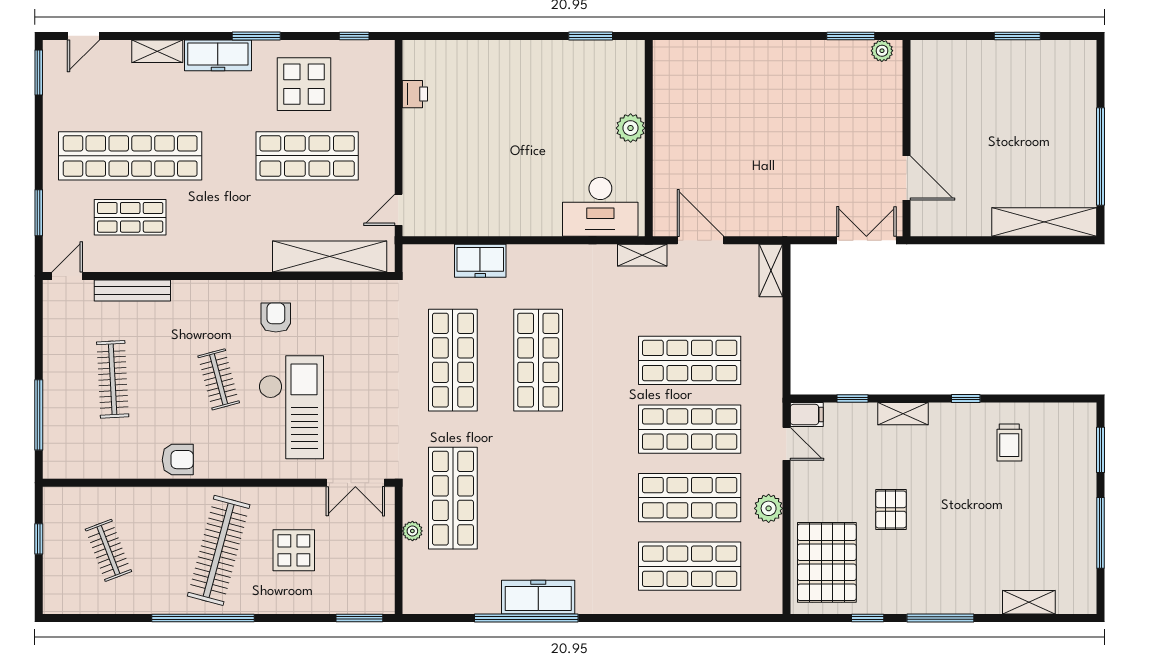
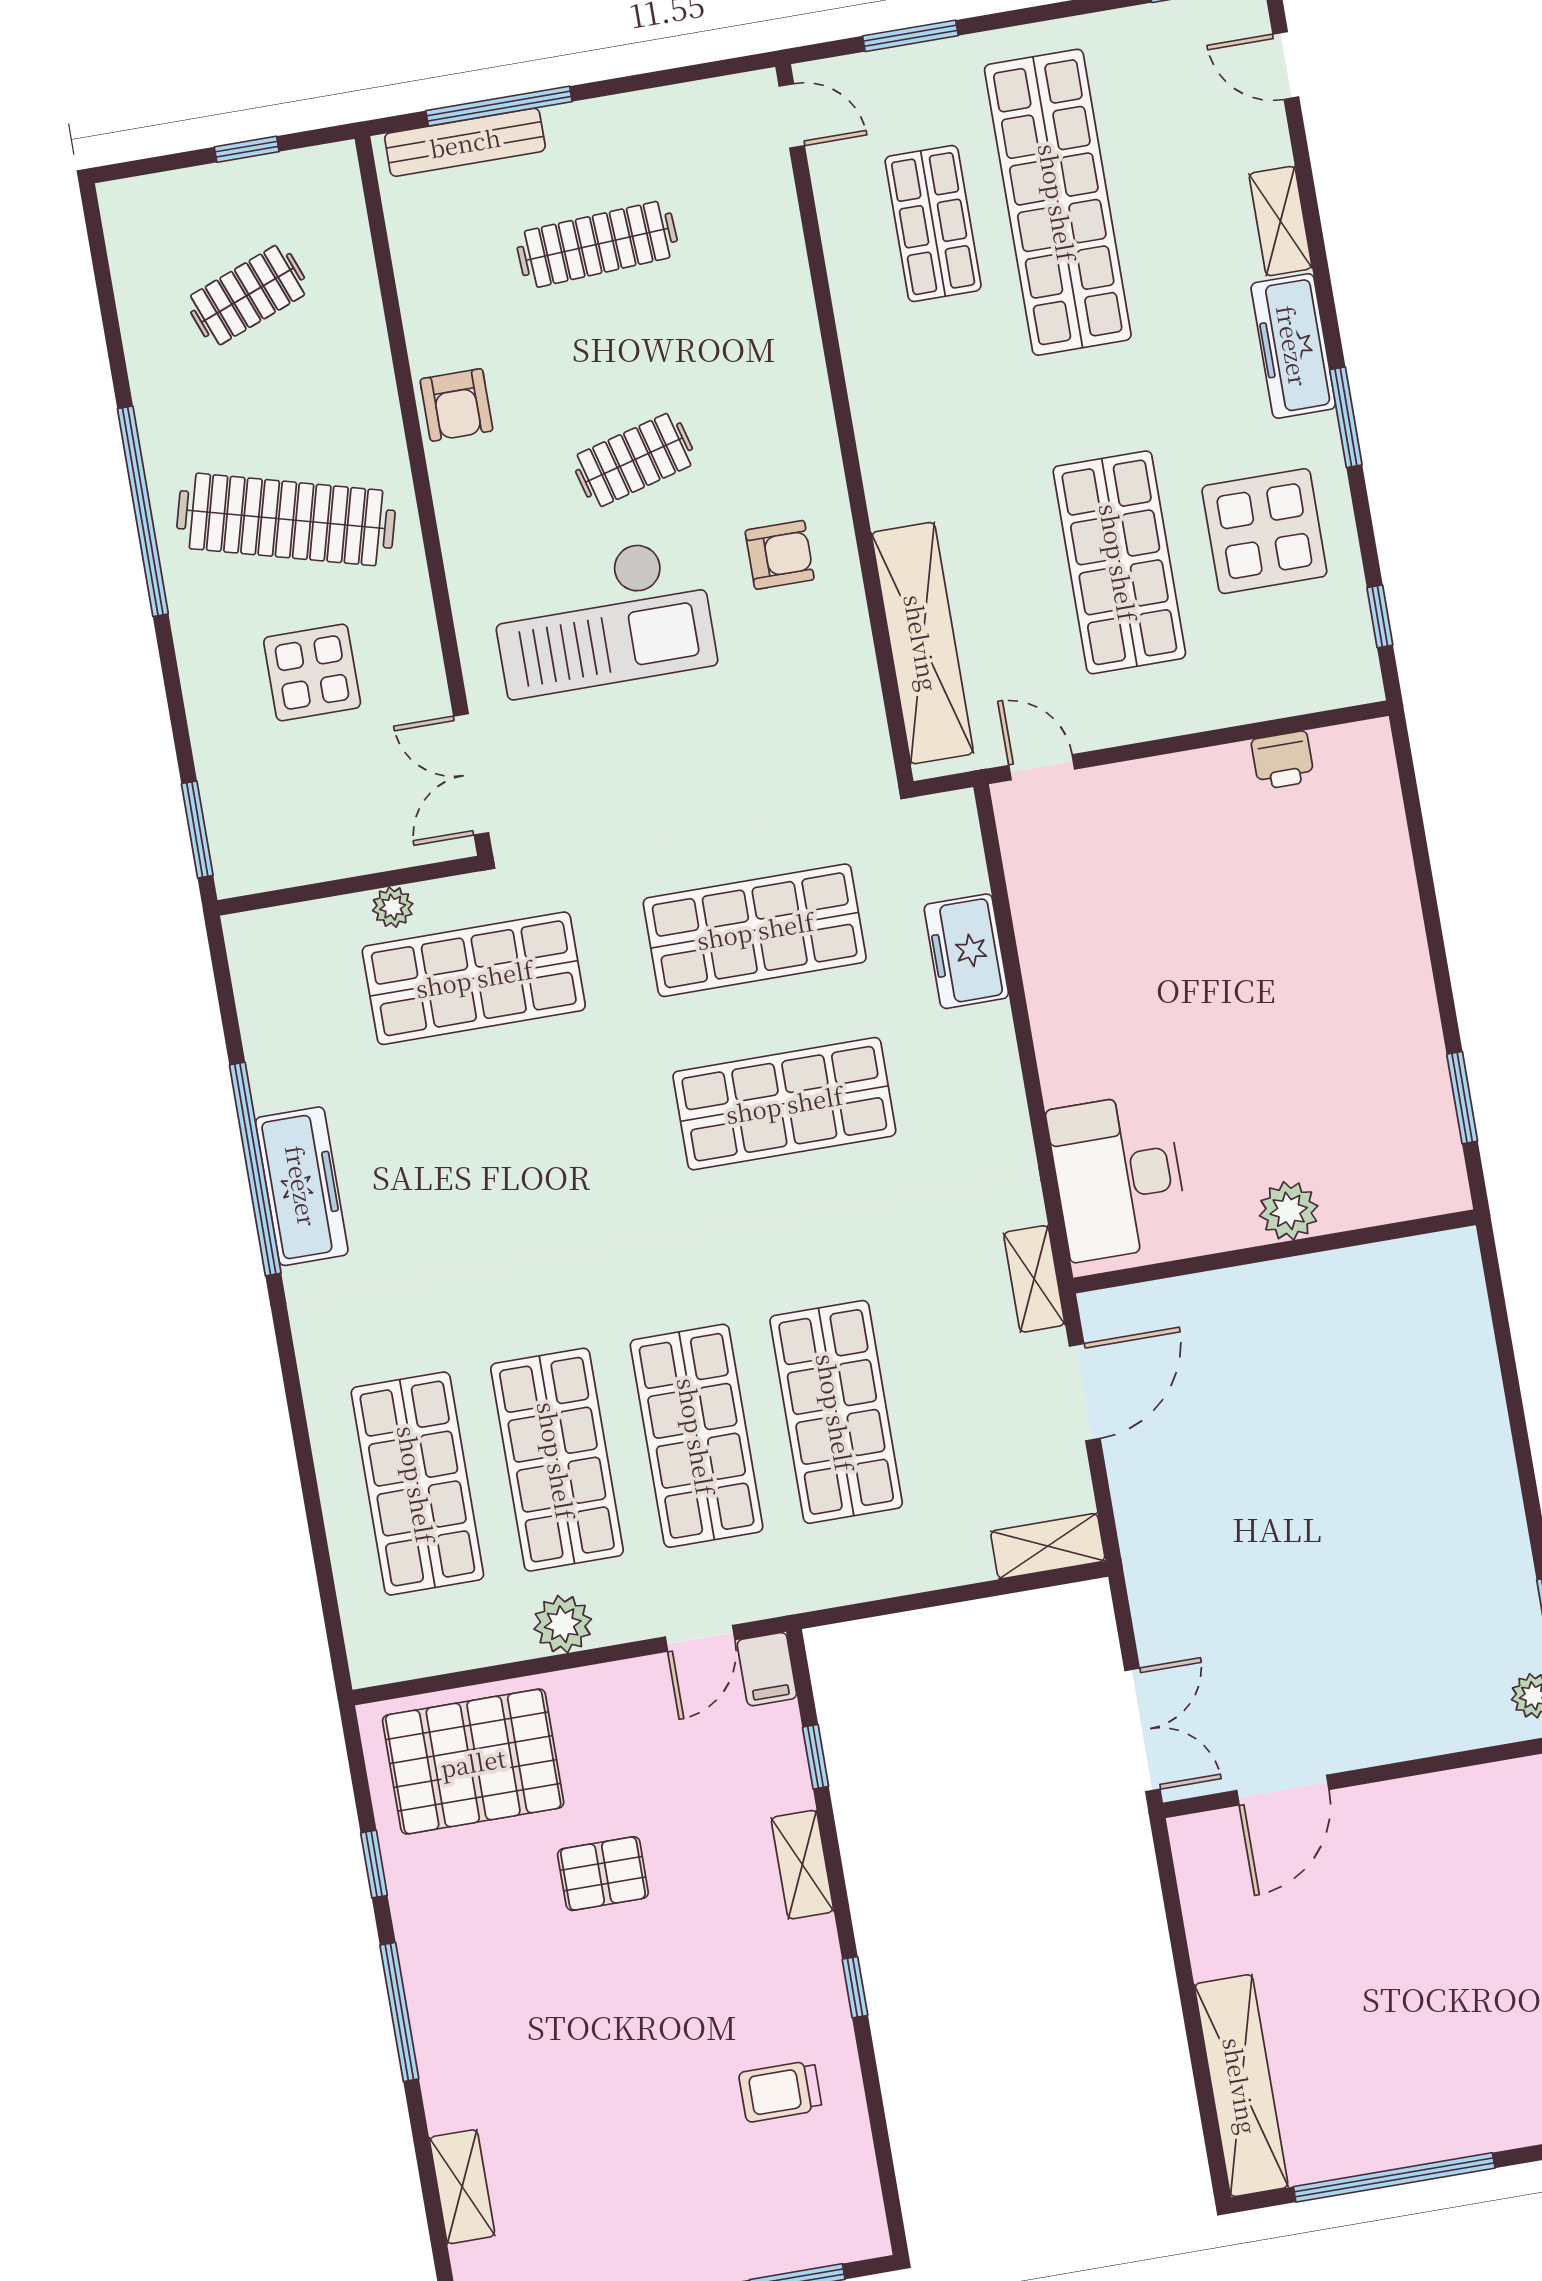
bench: (132, 290) -> (465, 142), moved, turned 90

